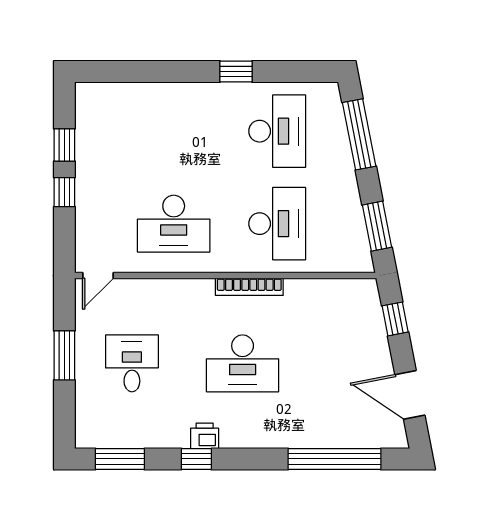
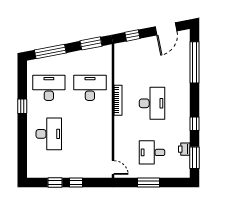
desk: (174, 224) -> (49, 134), moved
printer: (205, 436) -> (184, 149), moved

